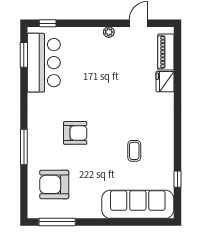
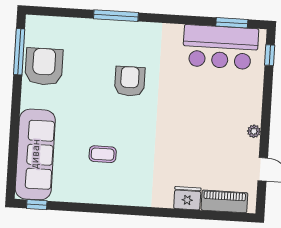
armchair: (75, 133) -> (130, 81), turned 180
window: (177, 179) -> (37, 205), moved
armchair: (54, 184) -> (44, 67), moved

